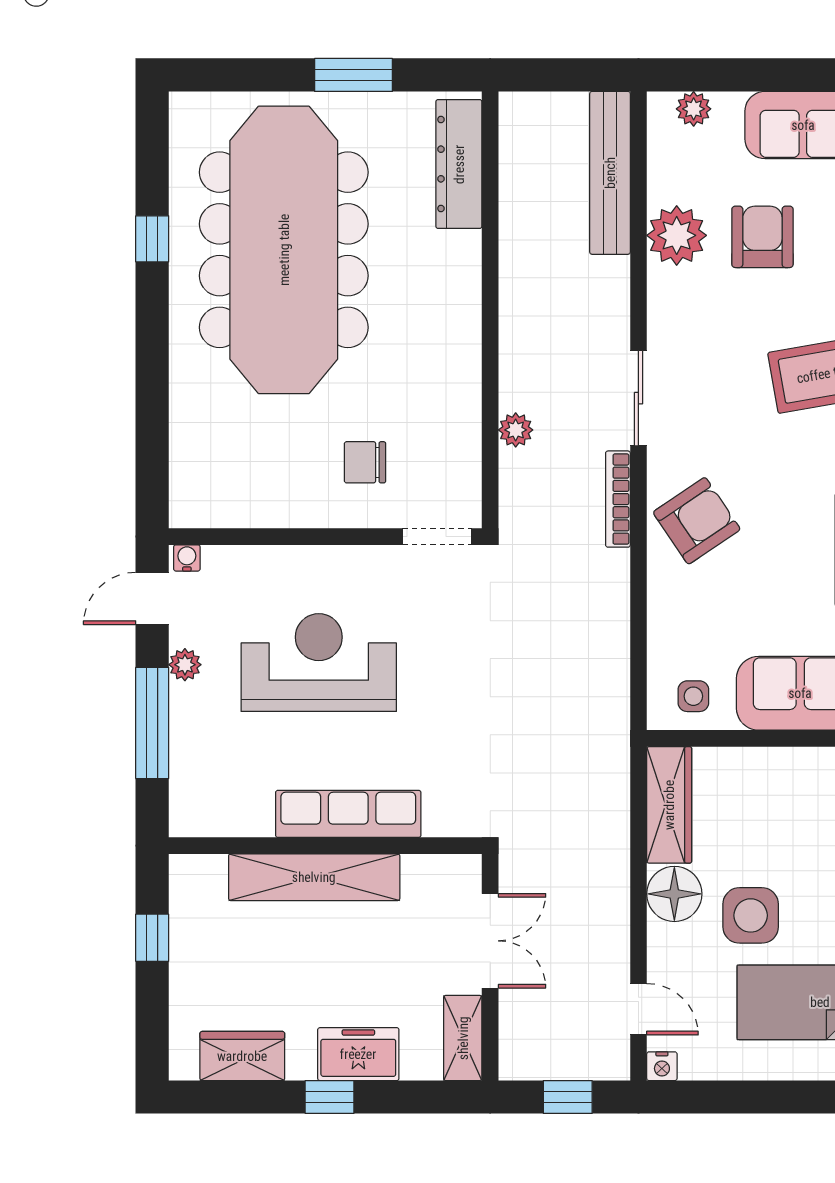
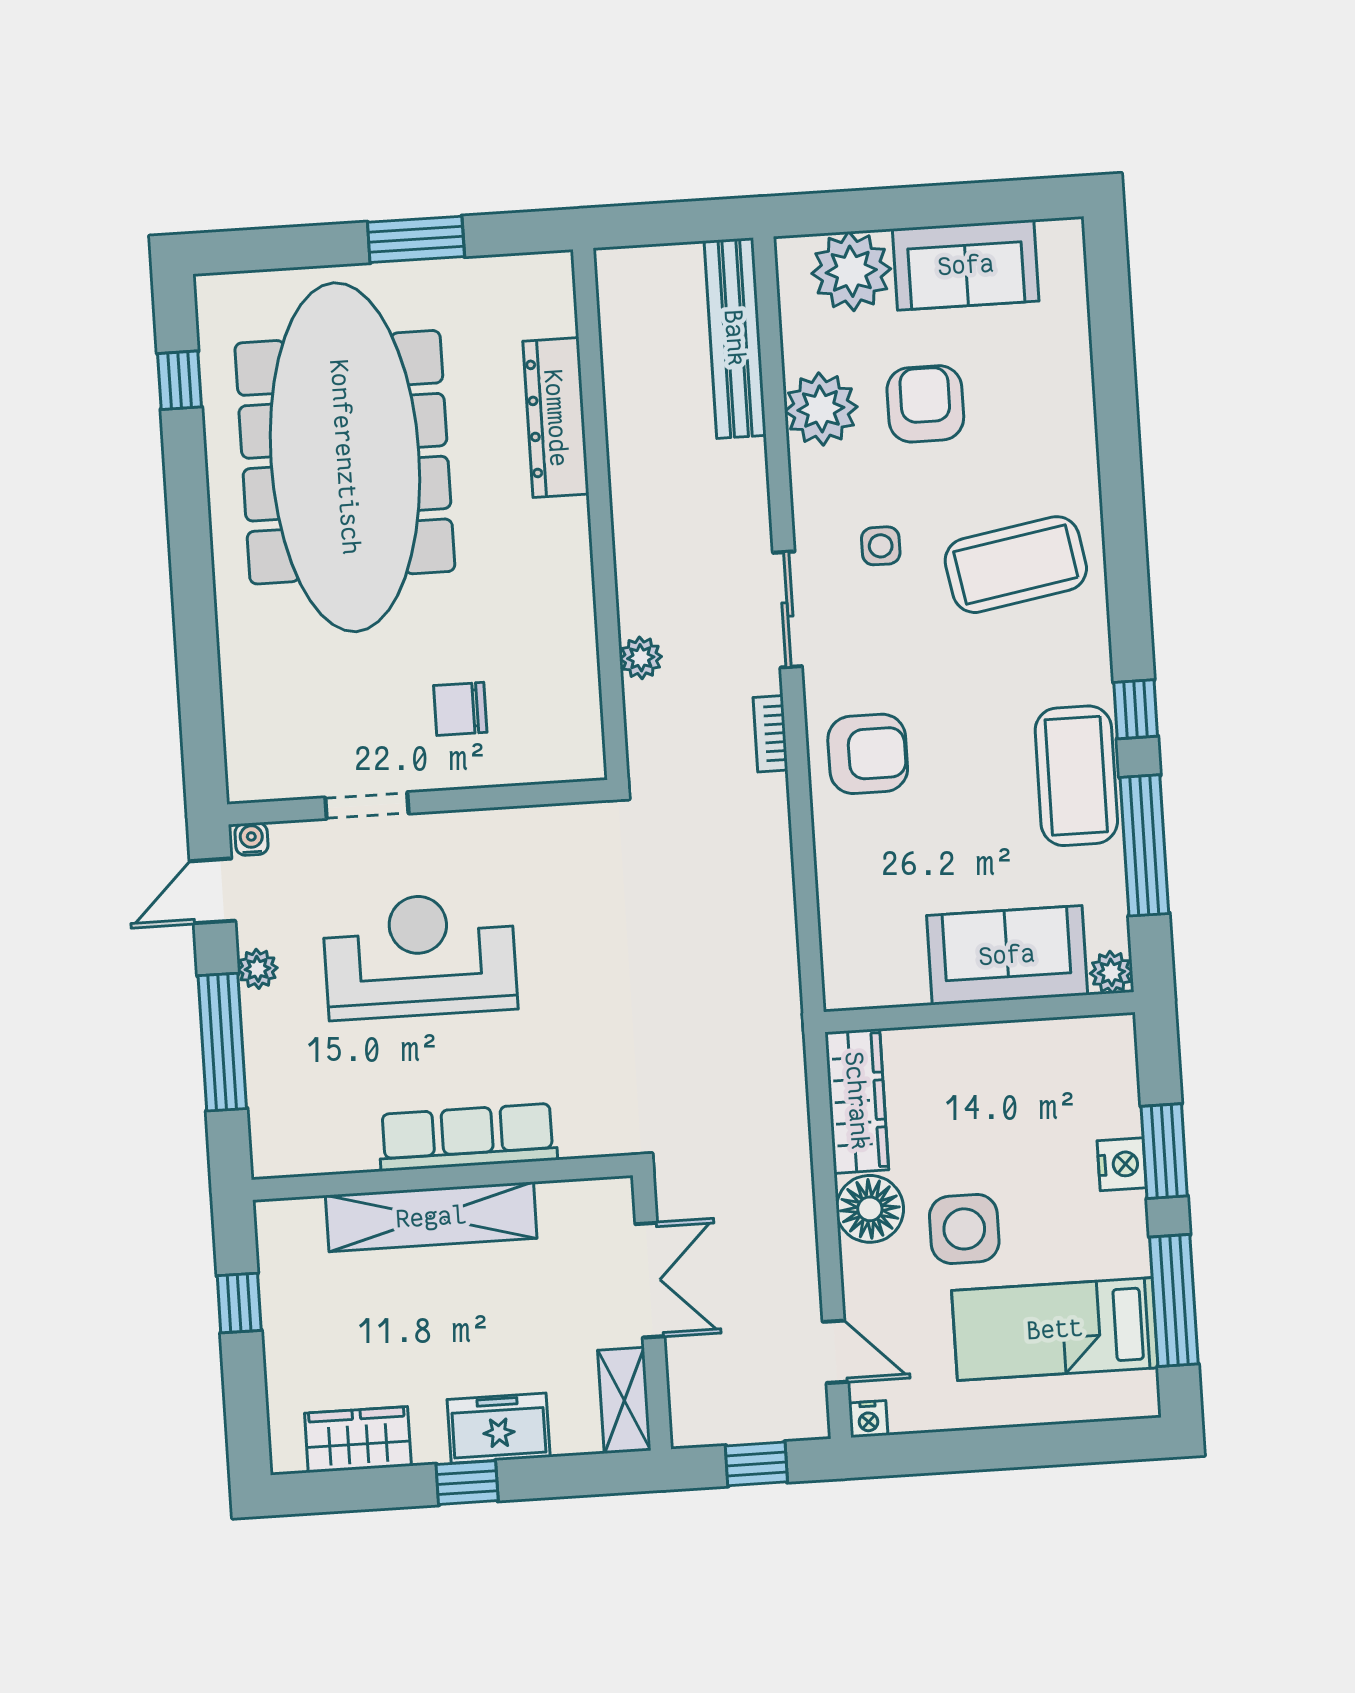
plant: (694, 109) -> (851, 271), width x1.87, depth x1.87
dresser: (459, 164) -> (556, 418), moved
window: (152, 239) -> (179, 380), moved
bookcase: (618, 499) -> (770, 734), width x0.64
armchair: (697, 521) -> (868, 754), turned 34
doorway: (437, 537) -> (367, 805), moved
side table: (693, 696) -> (881, 546), moved

